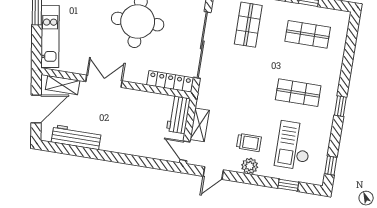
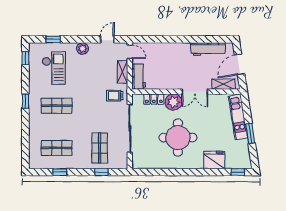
plant: (136, 72) -> (173, 102), added
locker: (170, 81) -> (154, 99), width x0.66
trolley: (249, 143) -> (115, 96), moved

